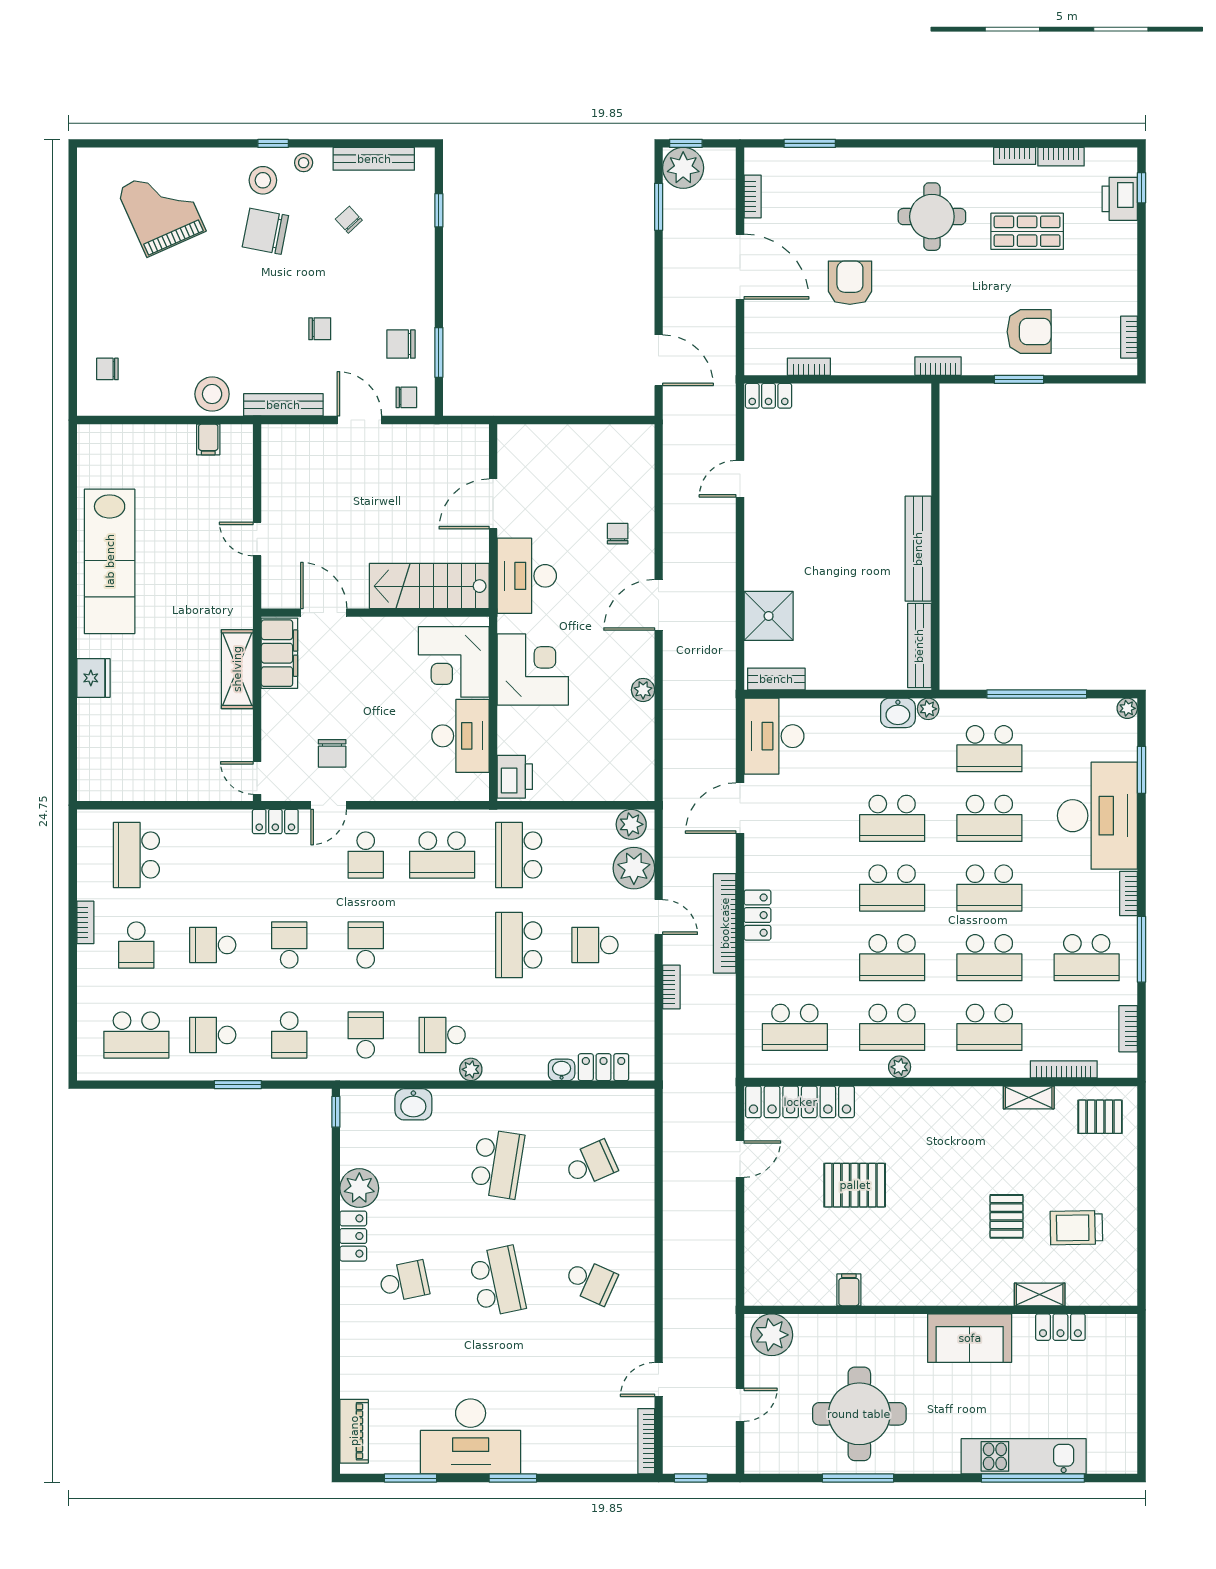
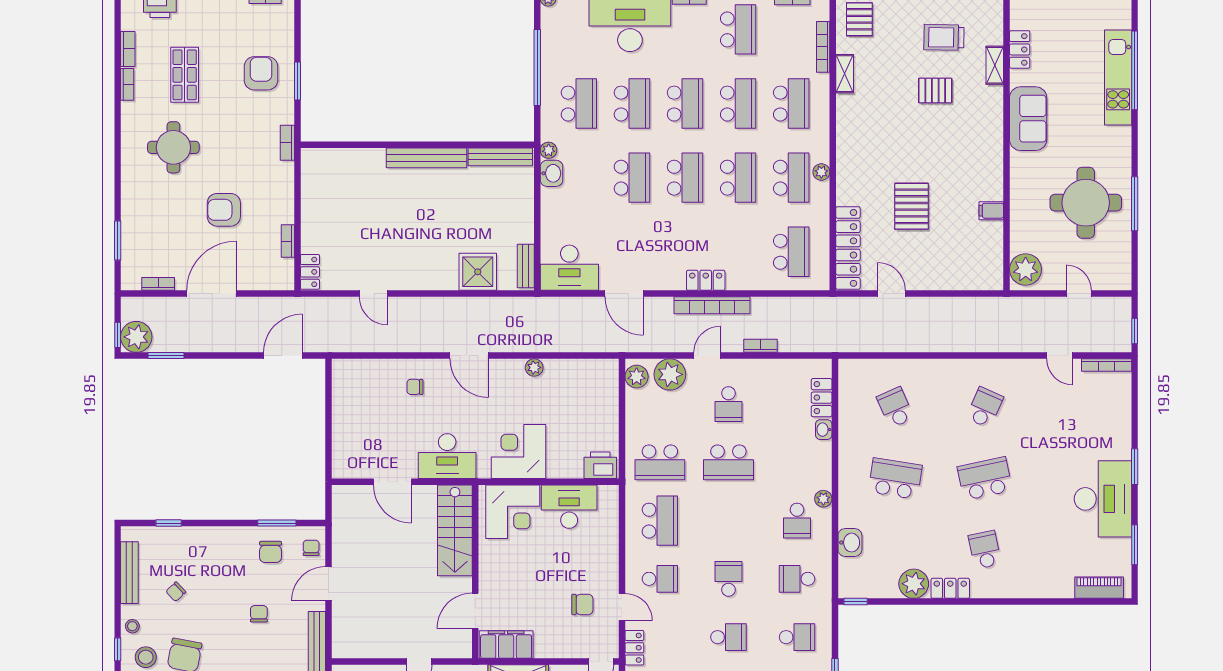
school desk: (289, 945) -> (728, 637), turned 180
school desk: (366, 945) -> (728, 579), turned 90
trolley: (1076, 1228) -> (944, 37), turned 92

